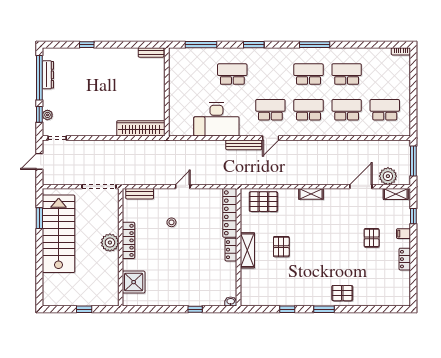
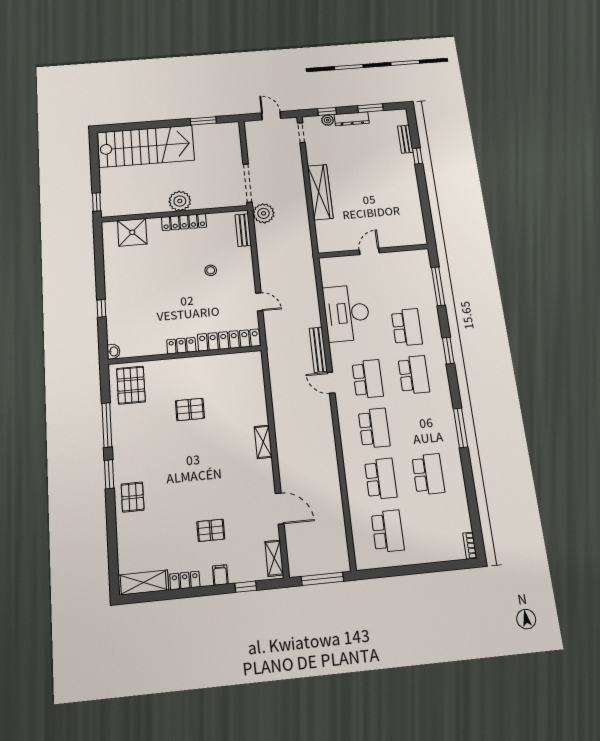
bench: (151, 52) -> (405, 139), moved
school desk: (309, 74) -> (414, 375), moved
dresser: (48, 75) -> (352, 119), moved
window: (39, 78) -> (370, 108), width x0.47
door: (167, 95) -> (369, 251), added
wardrobe: (141, 128) -> (320, 192), moved
plant: (388, 176) -> (264, 213), moved
door: (183, 187) -> (259, 302), moved
pallet: (263, 202) -> (131, 385), moved
stairs: (59, 234) -> (146, 146), moved
shelving: (247, 250) -> (143, 583), moved
window: (84, 309) -> (96, 202), moved
window: (287, 309) -> (107, 425), width x2.17

